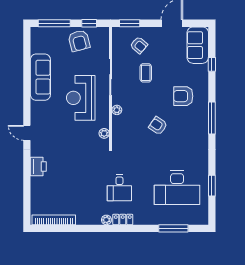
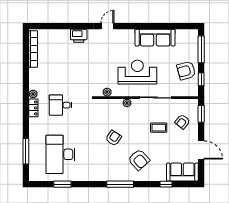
armchair: (183, 96) -> (139, 160), turned 138

